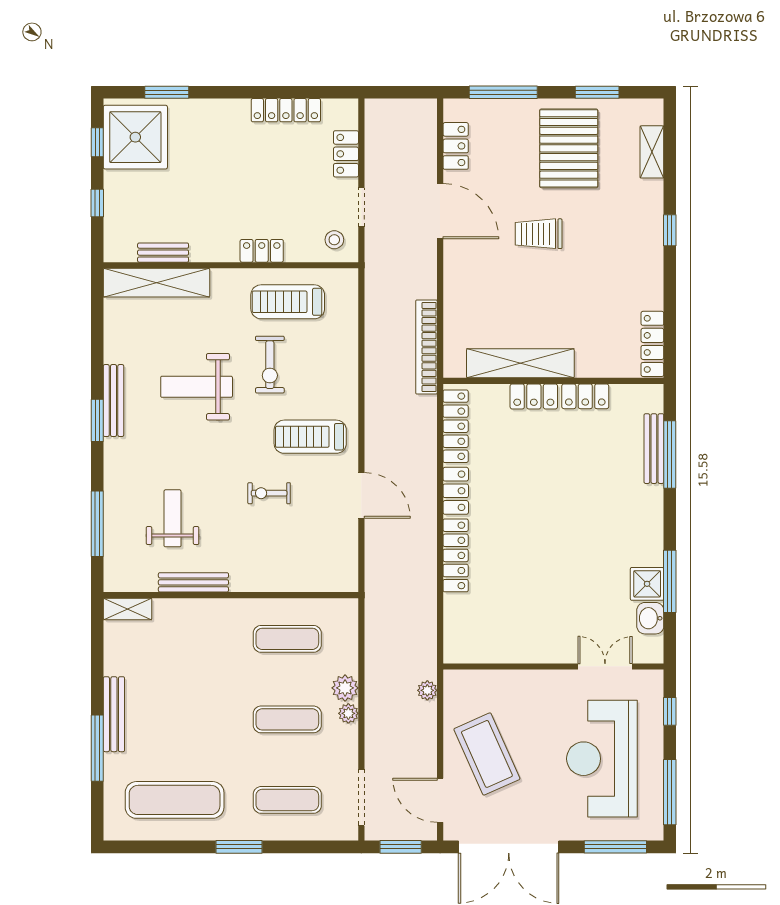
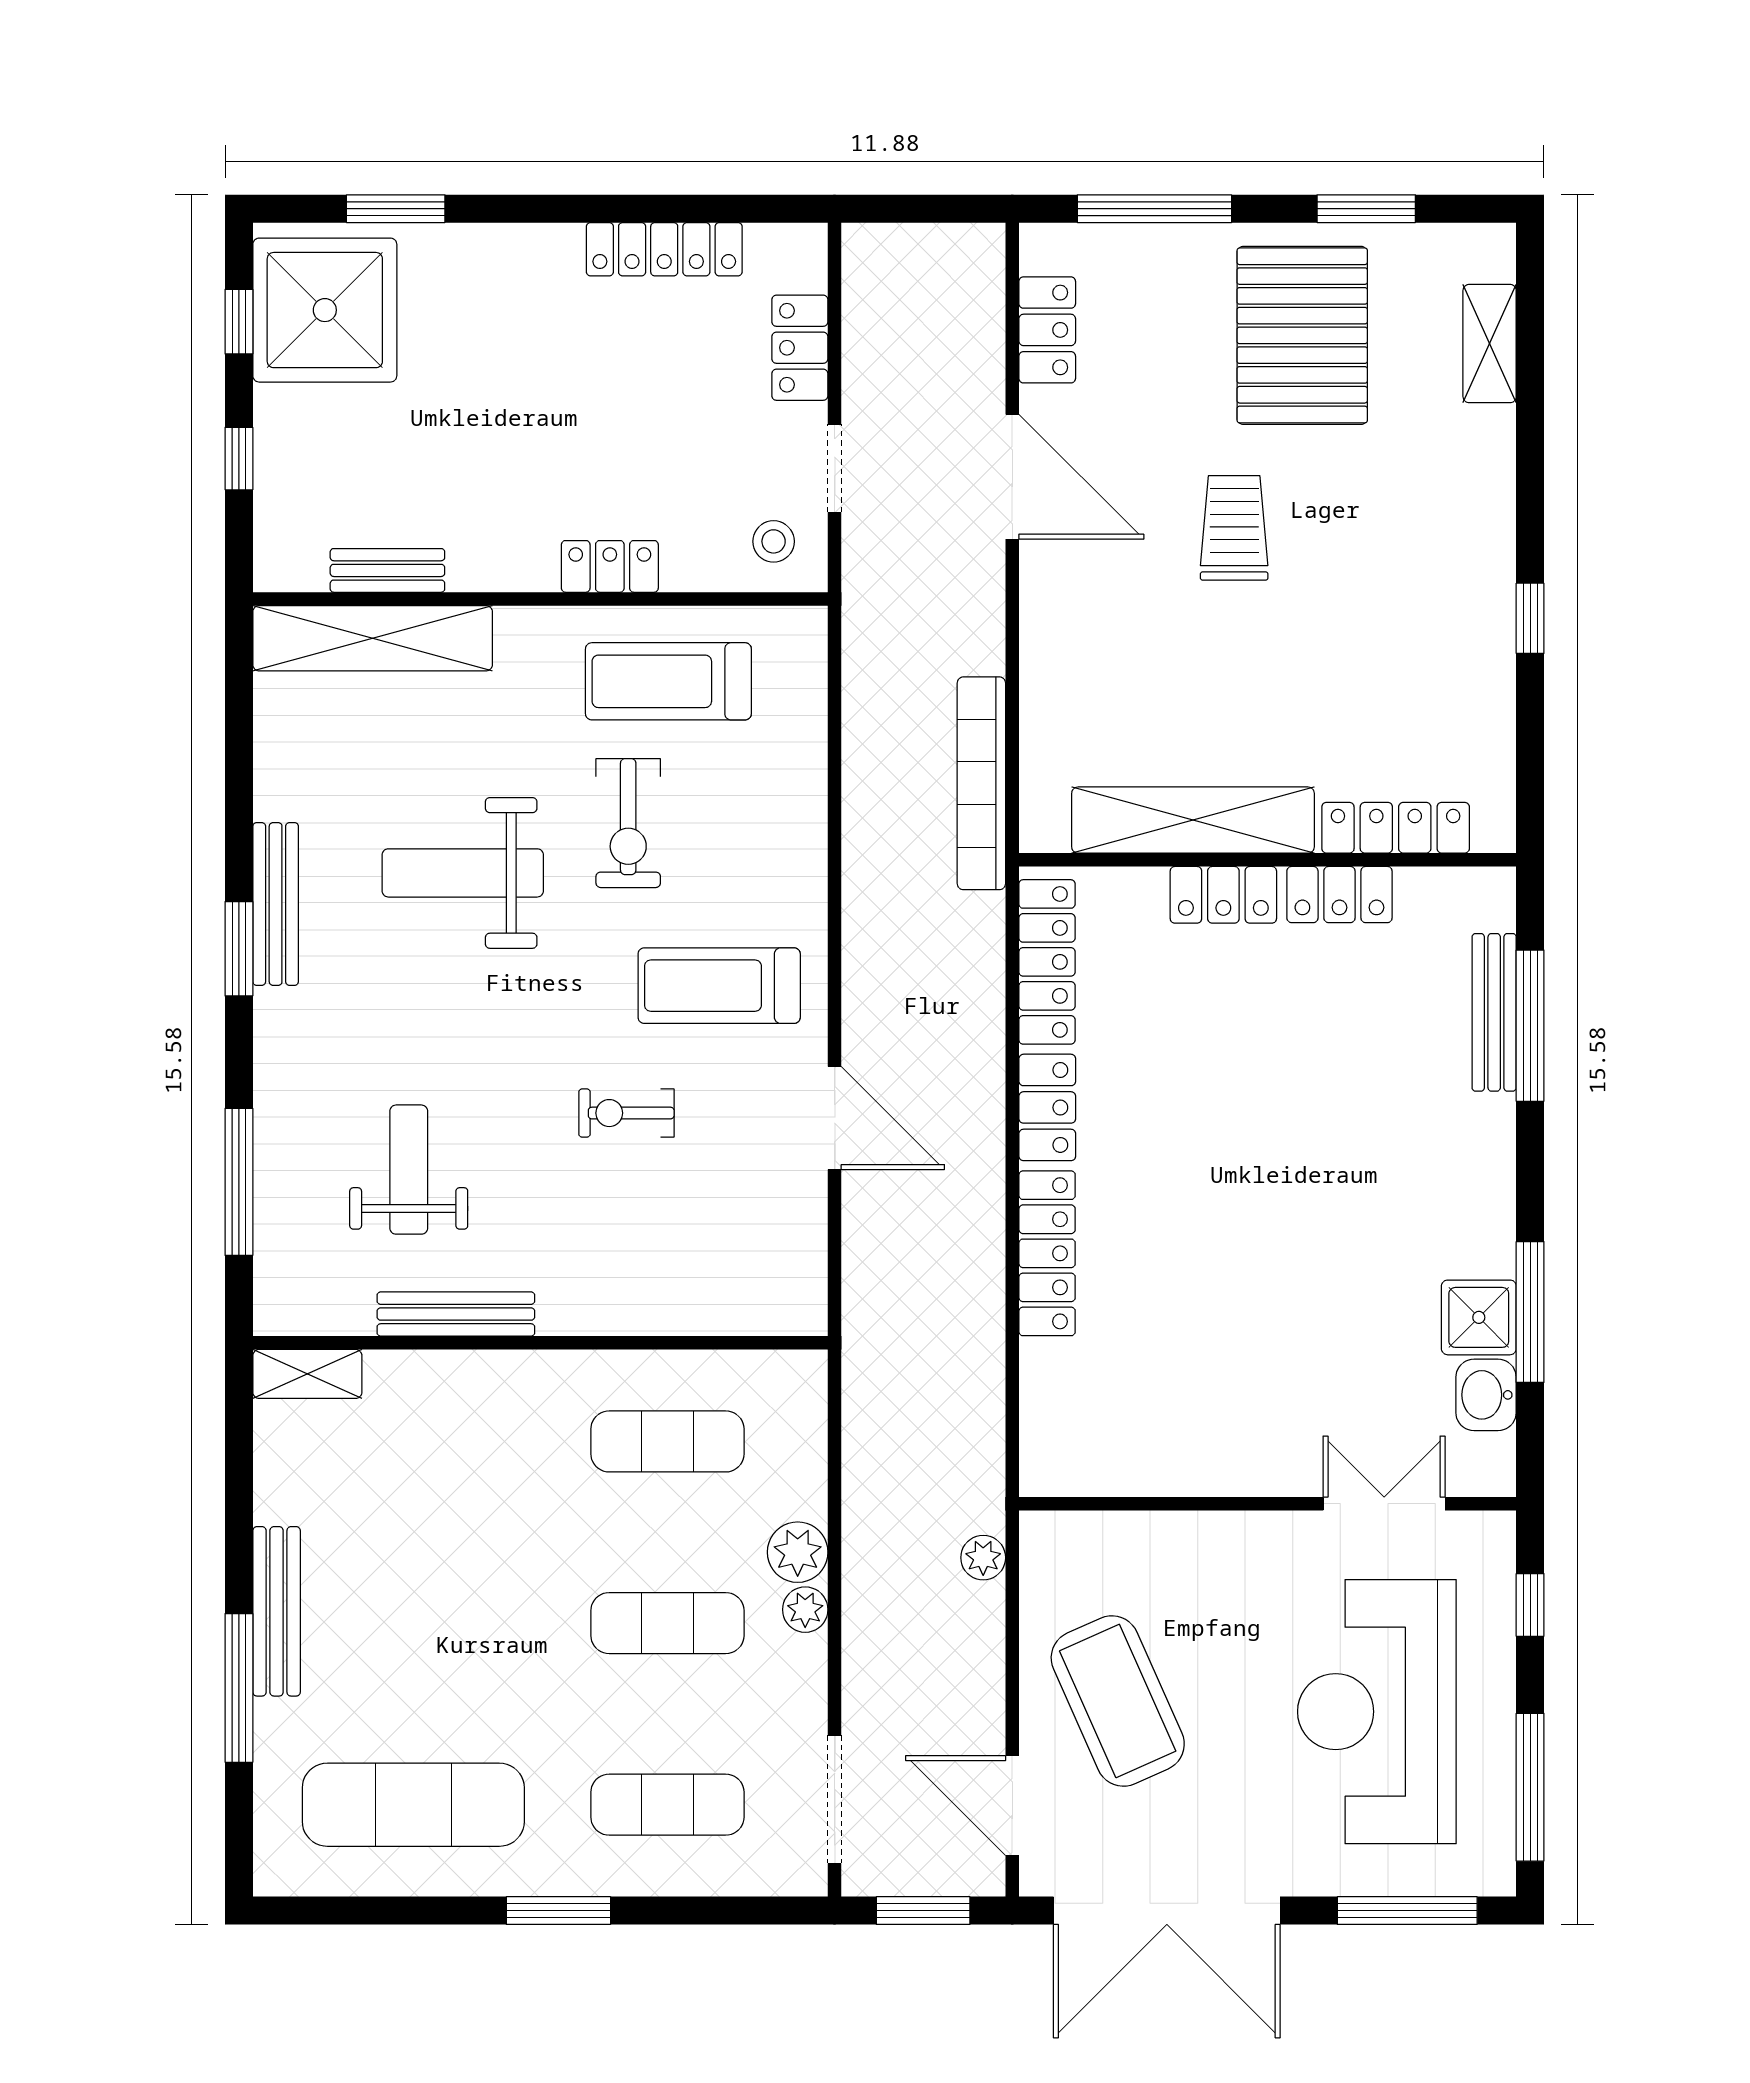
window: (670, 230) -> (1530, 618), moved
trolley: (539, 234) -> (1234, 528), turned 90
locker: (652, 344) -> (1396, 828), moved, turned 90

